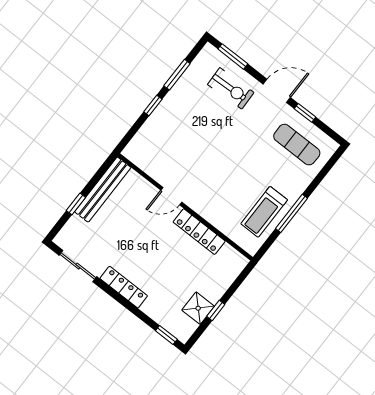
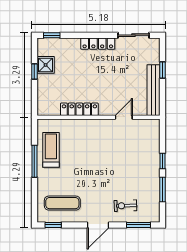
exercise bike: (231, 88) -> (125, 206), width x0.73, depth x0.72
window: (305, 113) -> (53, 225), moved
door: (171, 196) -> (124, 117), moved

